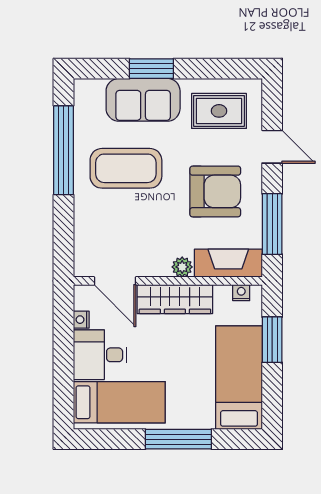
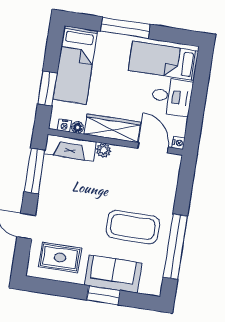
armchair: (215, 191) -> (72, 201), removed
floor lamp: (223, 293) -> (78, 127), added
nightstand: (81, 320) -> (178, 143), moved

